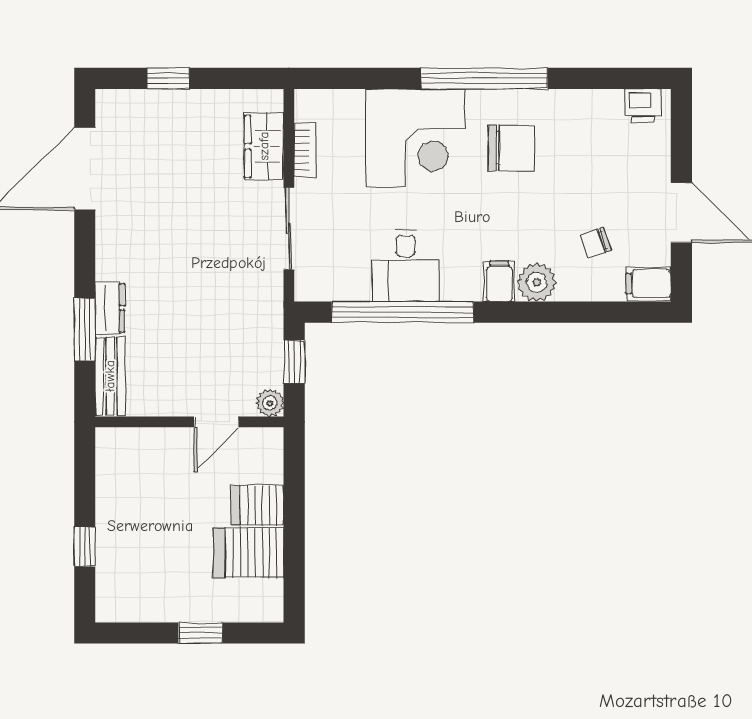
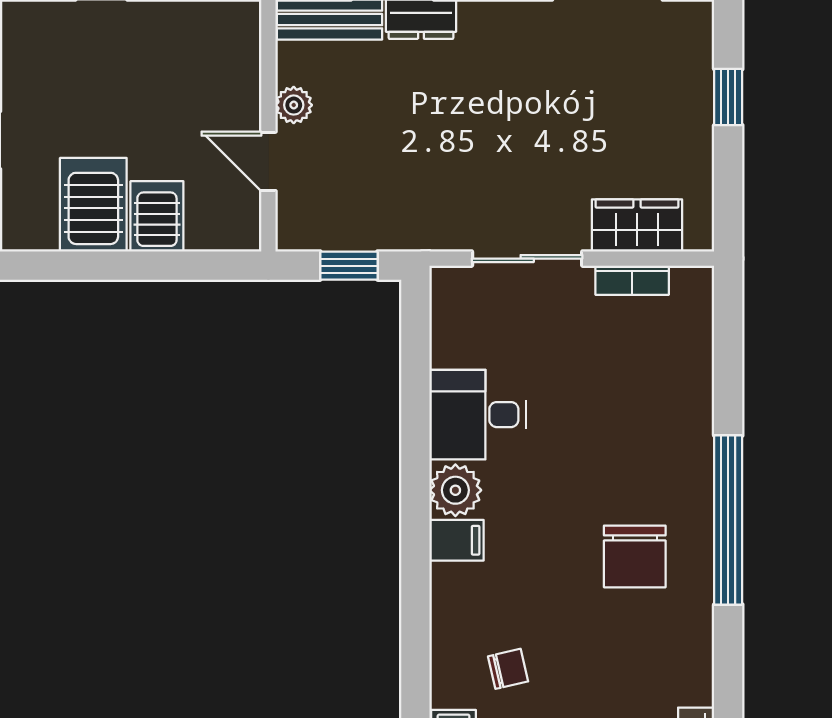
corner desk: (415, 138) -> (648, 428), removed
chair: (595, 243) -> (508, 669), turned 96
plant: (537, 282) -> (455, 490), moved
window: (403, 312) -> (415, 411), removed
plant: (270, 403) -> (294, 105), moved

